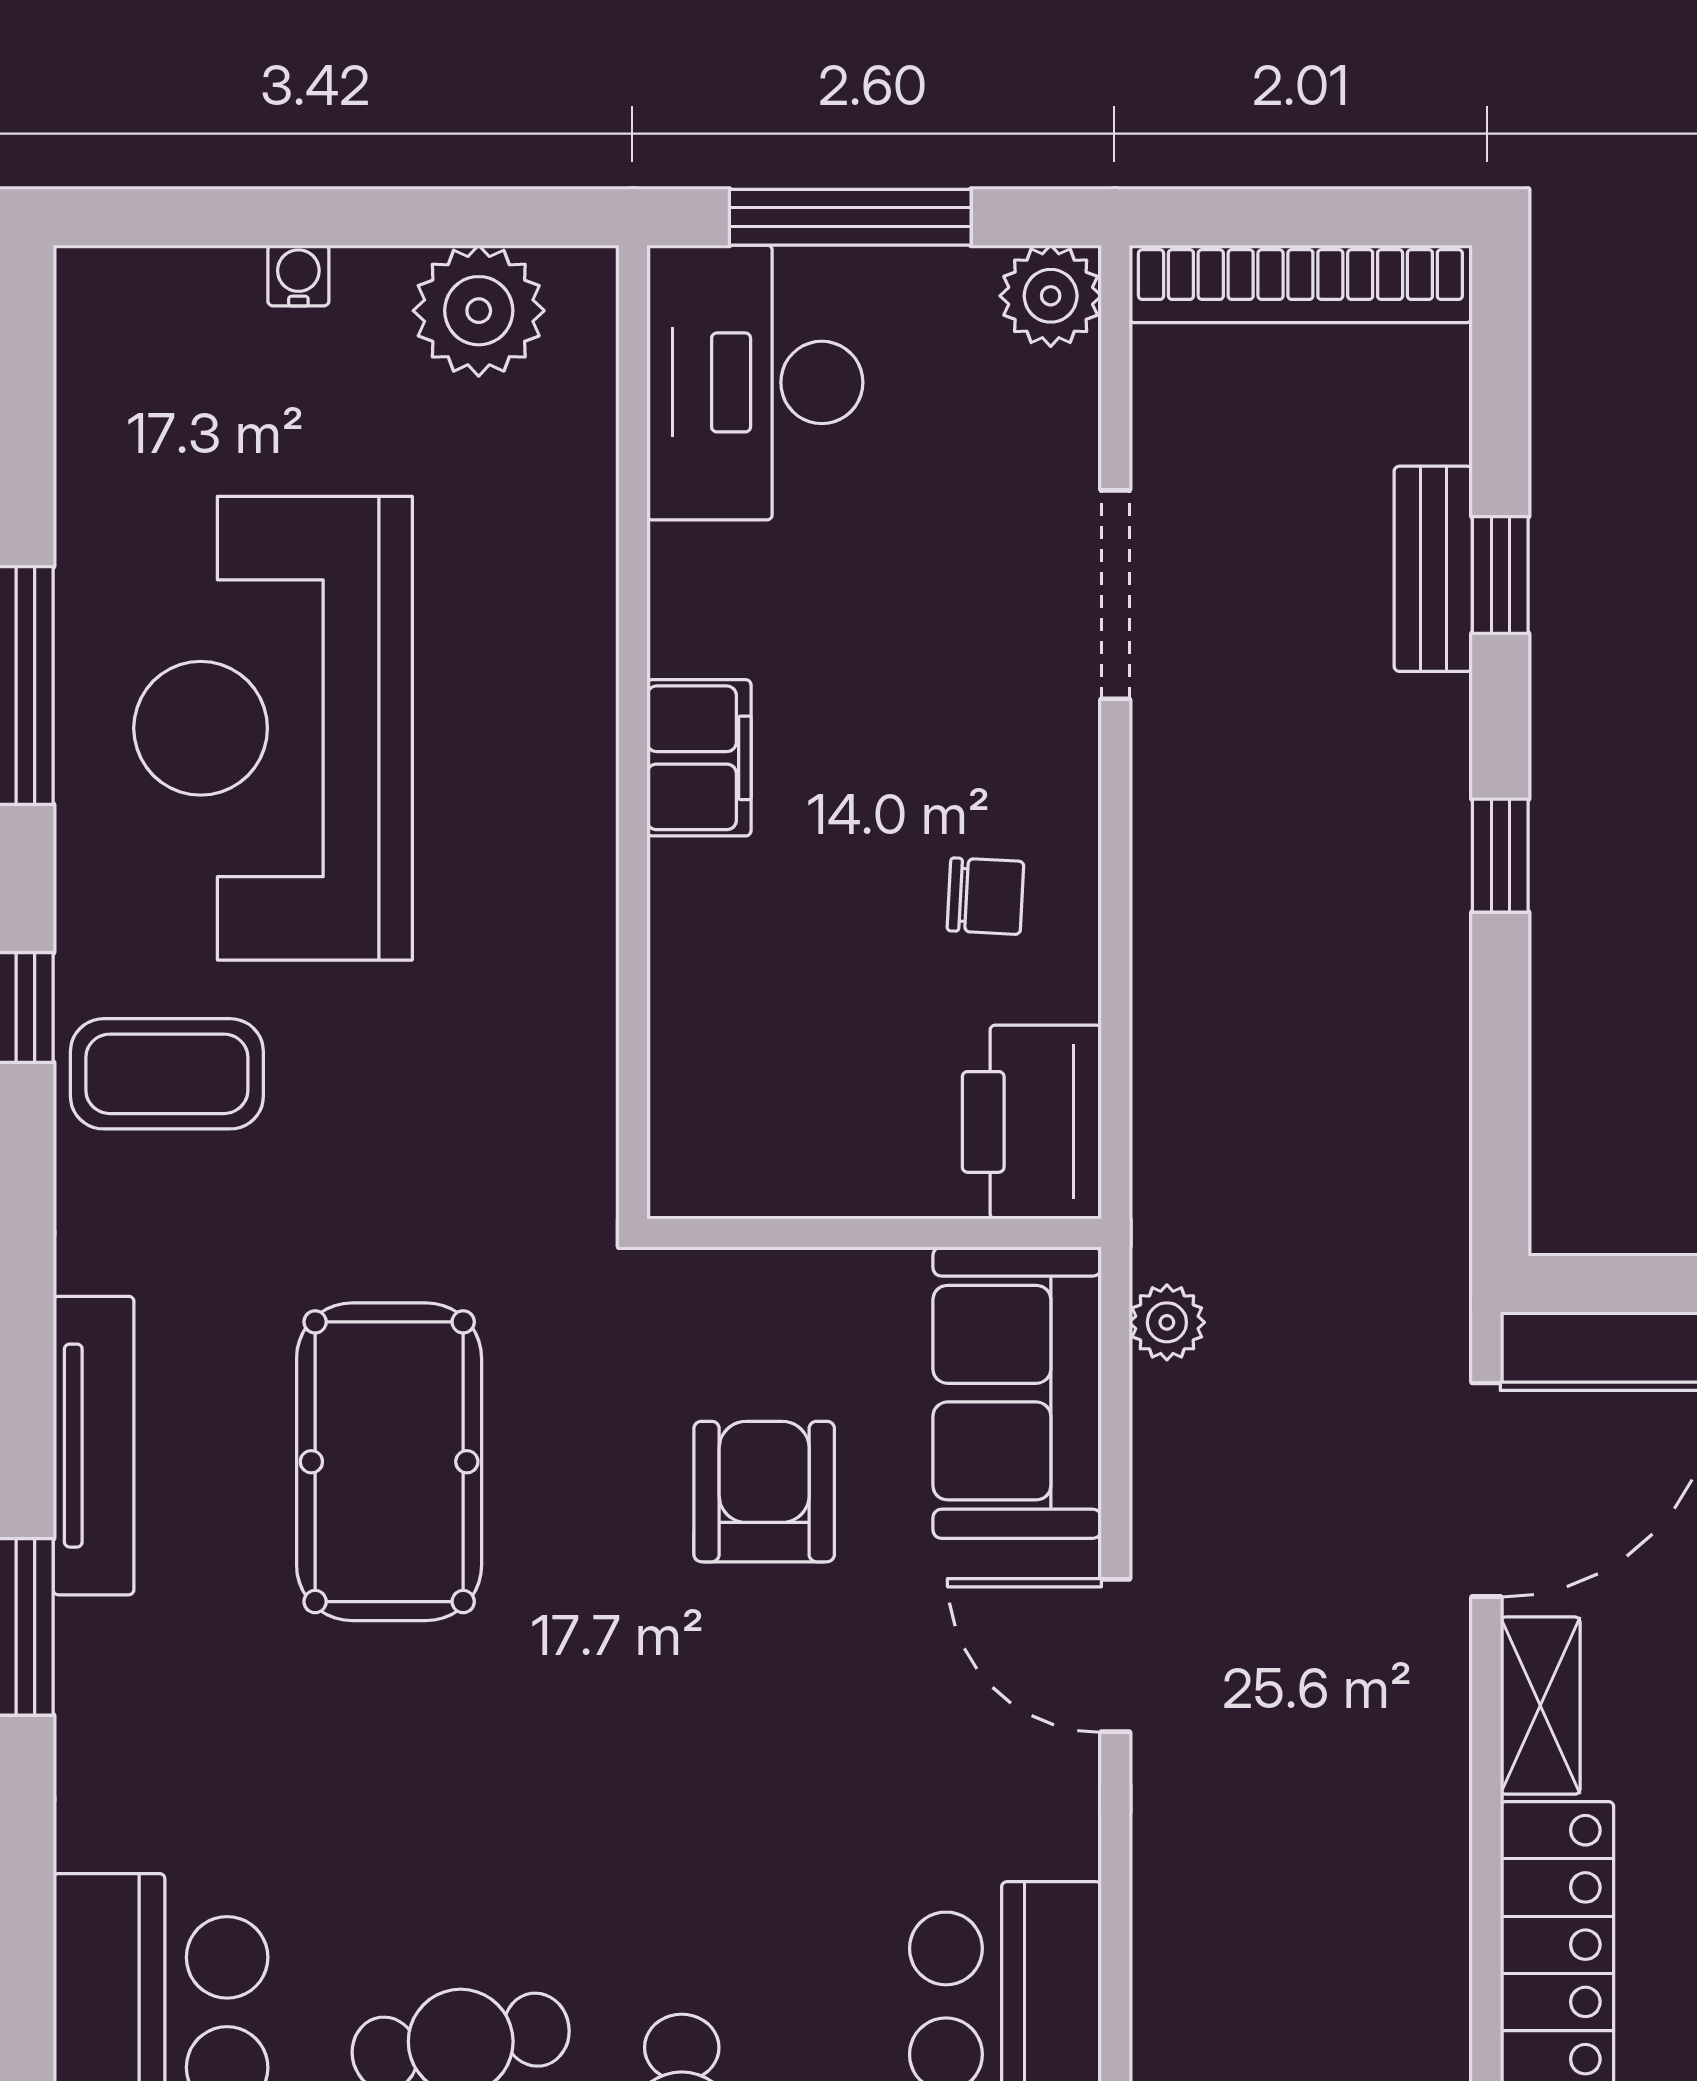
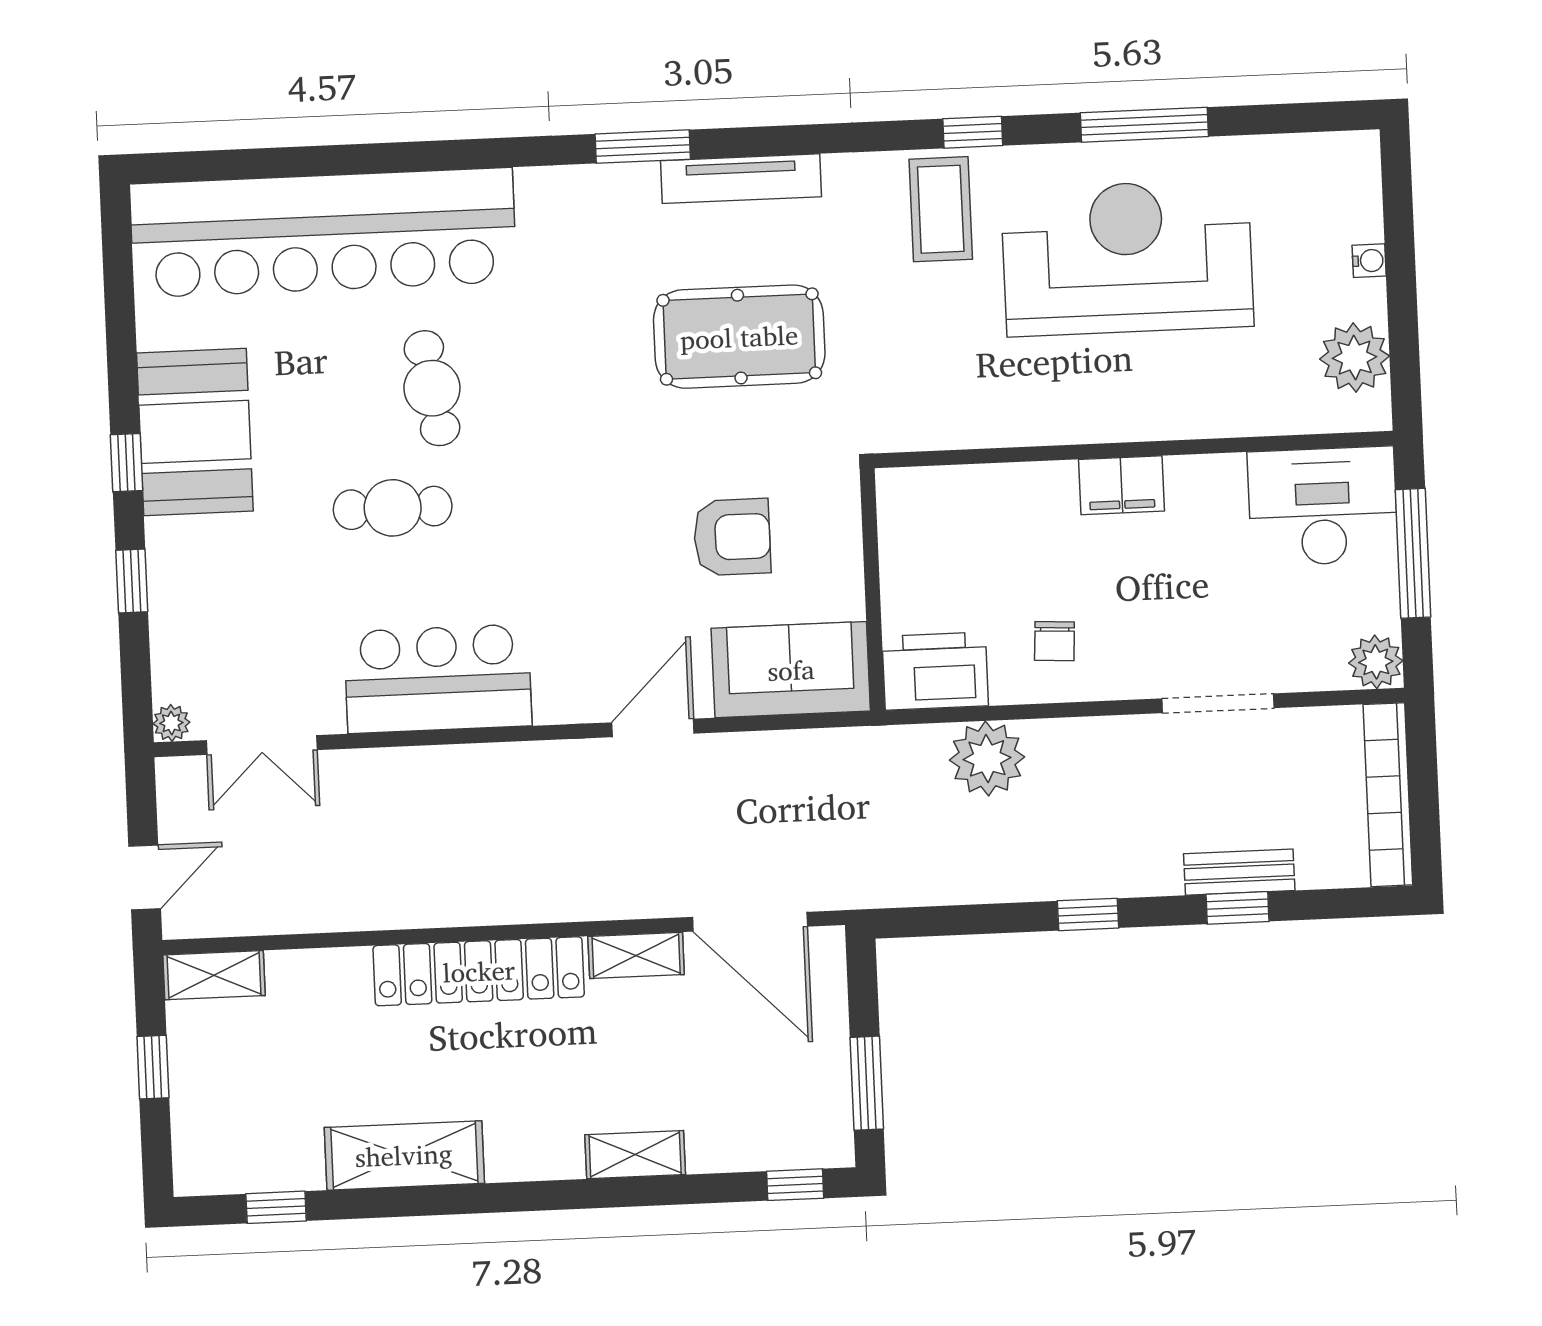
plant: (1167, 1322) -> (987, 758), moved, width x1.88, depth x1.88

